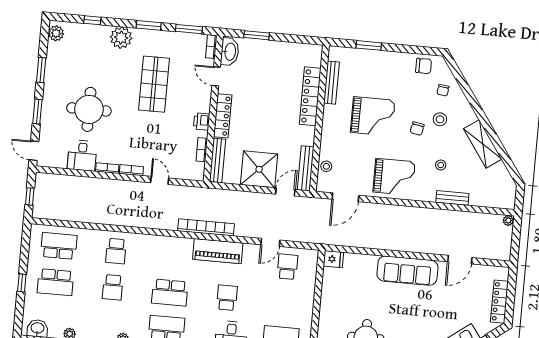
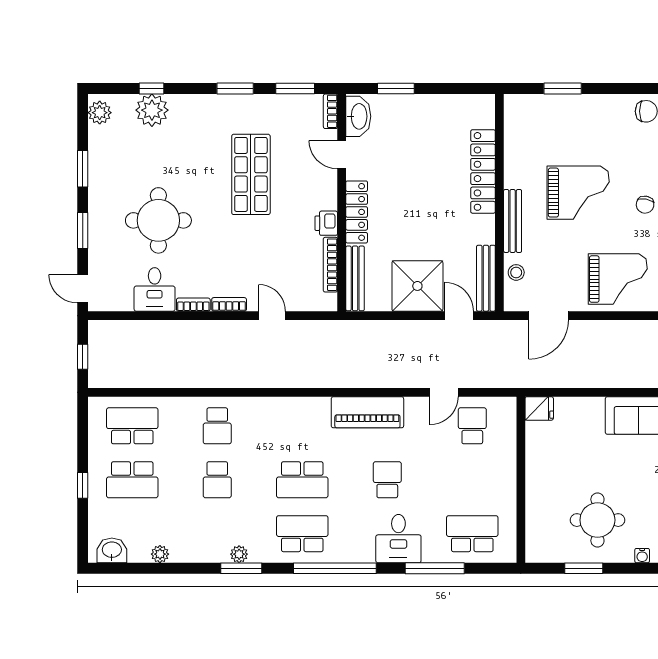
plant: (121, 38) -> (152, 110), moved
bench: (331, 83) -> (513, 221), moved
bookcase: (202, 150) -> (330, 265), width x1.56
door: (285, 192) -> (459, 316), hinge flipped
bookcase: (206, 227) -> (347, 379), removed

